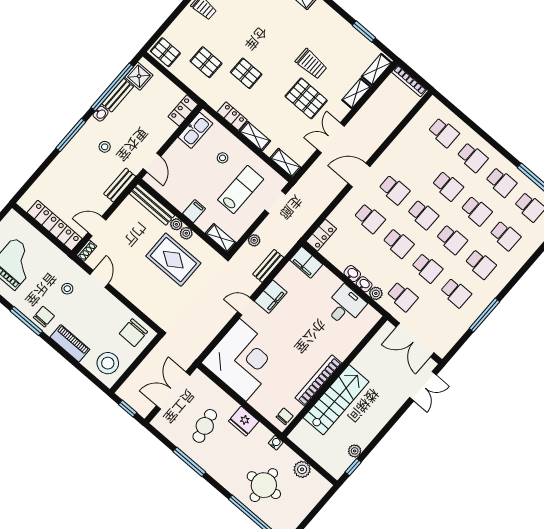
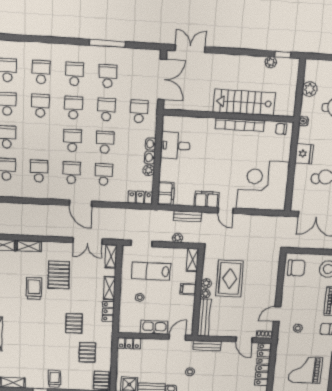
kitchen sink: (195, 130) -> (154, 327), moved
double door: (331, 138) -> (88, 241), moved
school desk: (448, 186) -> (39, 171), moved
plant: (376, 293) -> (149, 170), moved

